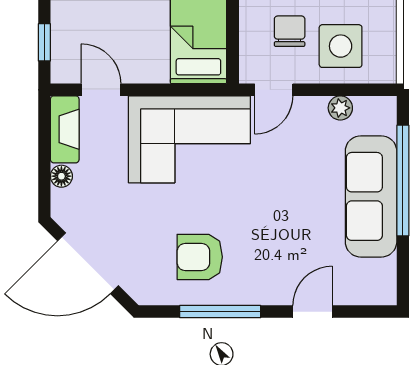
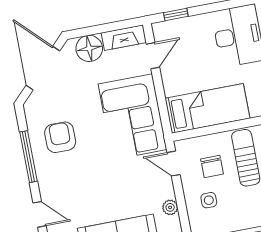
chair: (290, 31) -> (212, 166), turned 90
side table: (341, 46) -> (209, 200), width x0.54, depth x0.54
floor lamp: (61, 176) -> (89, 48), width x1.89, depth x1.89

